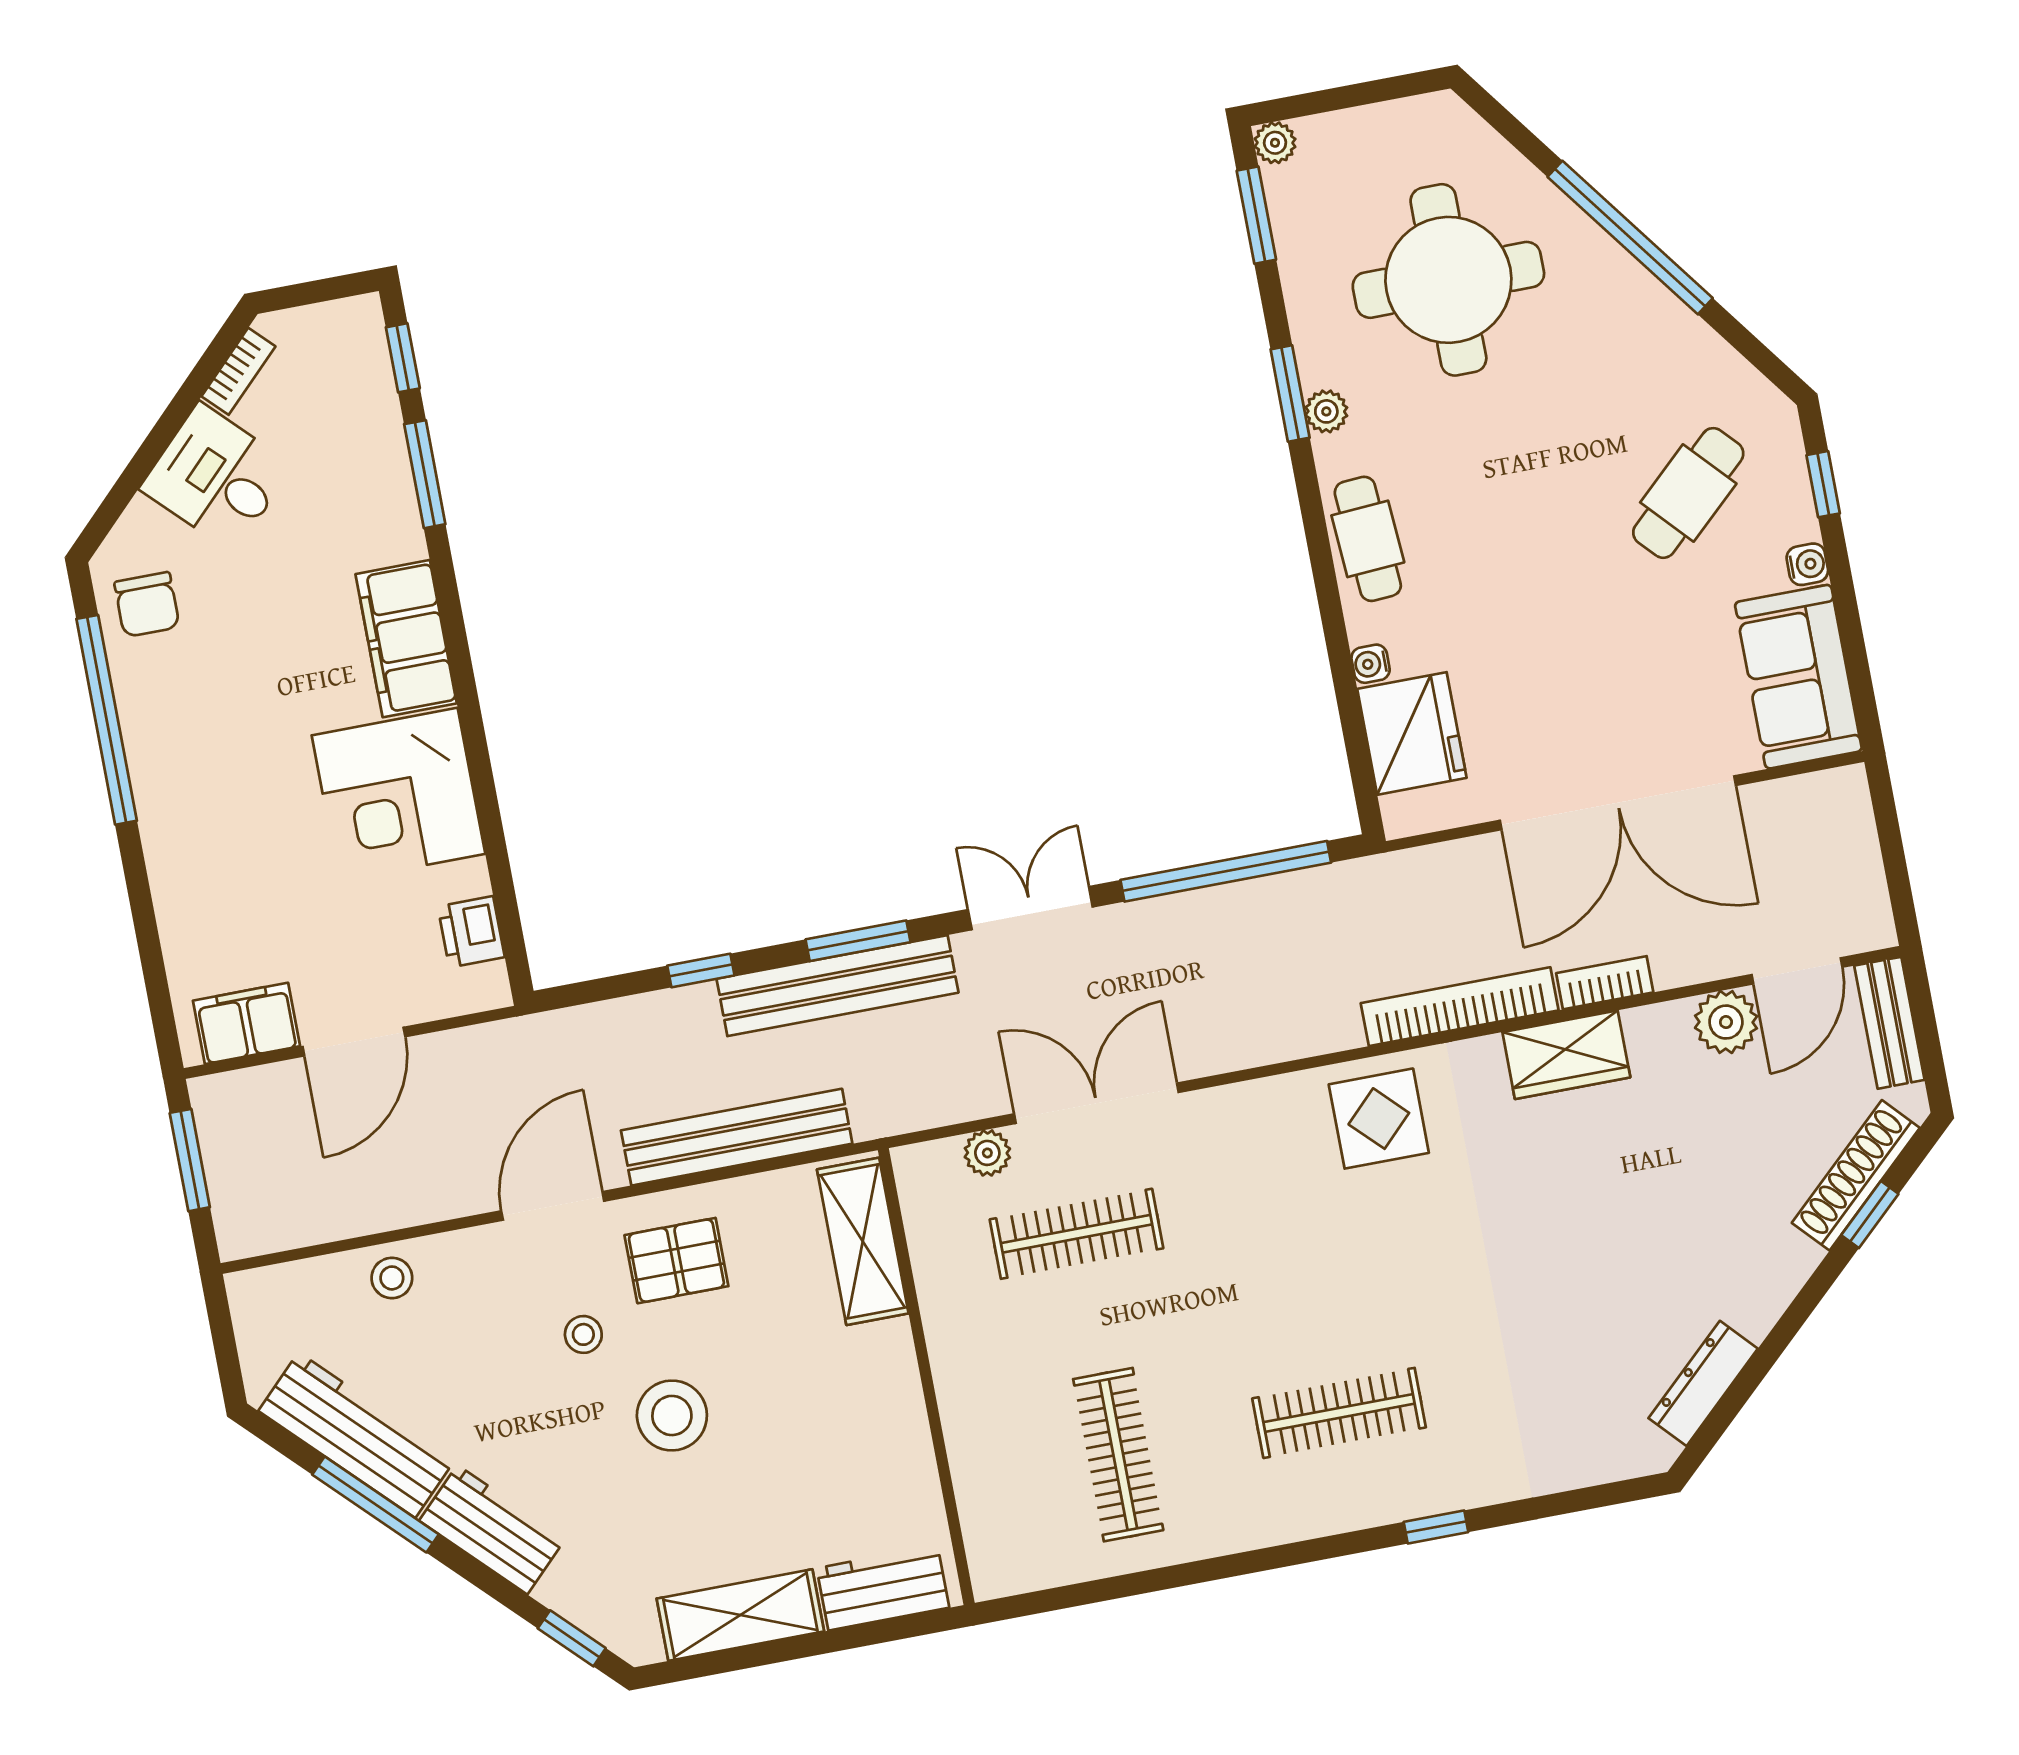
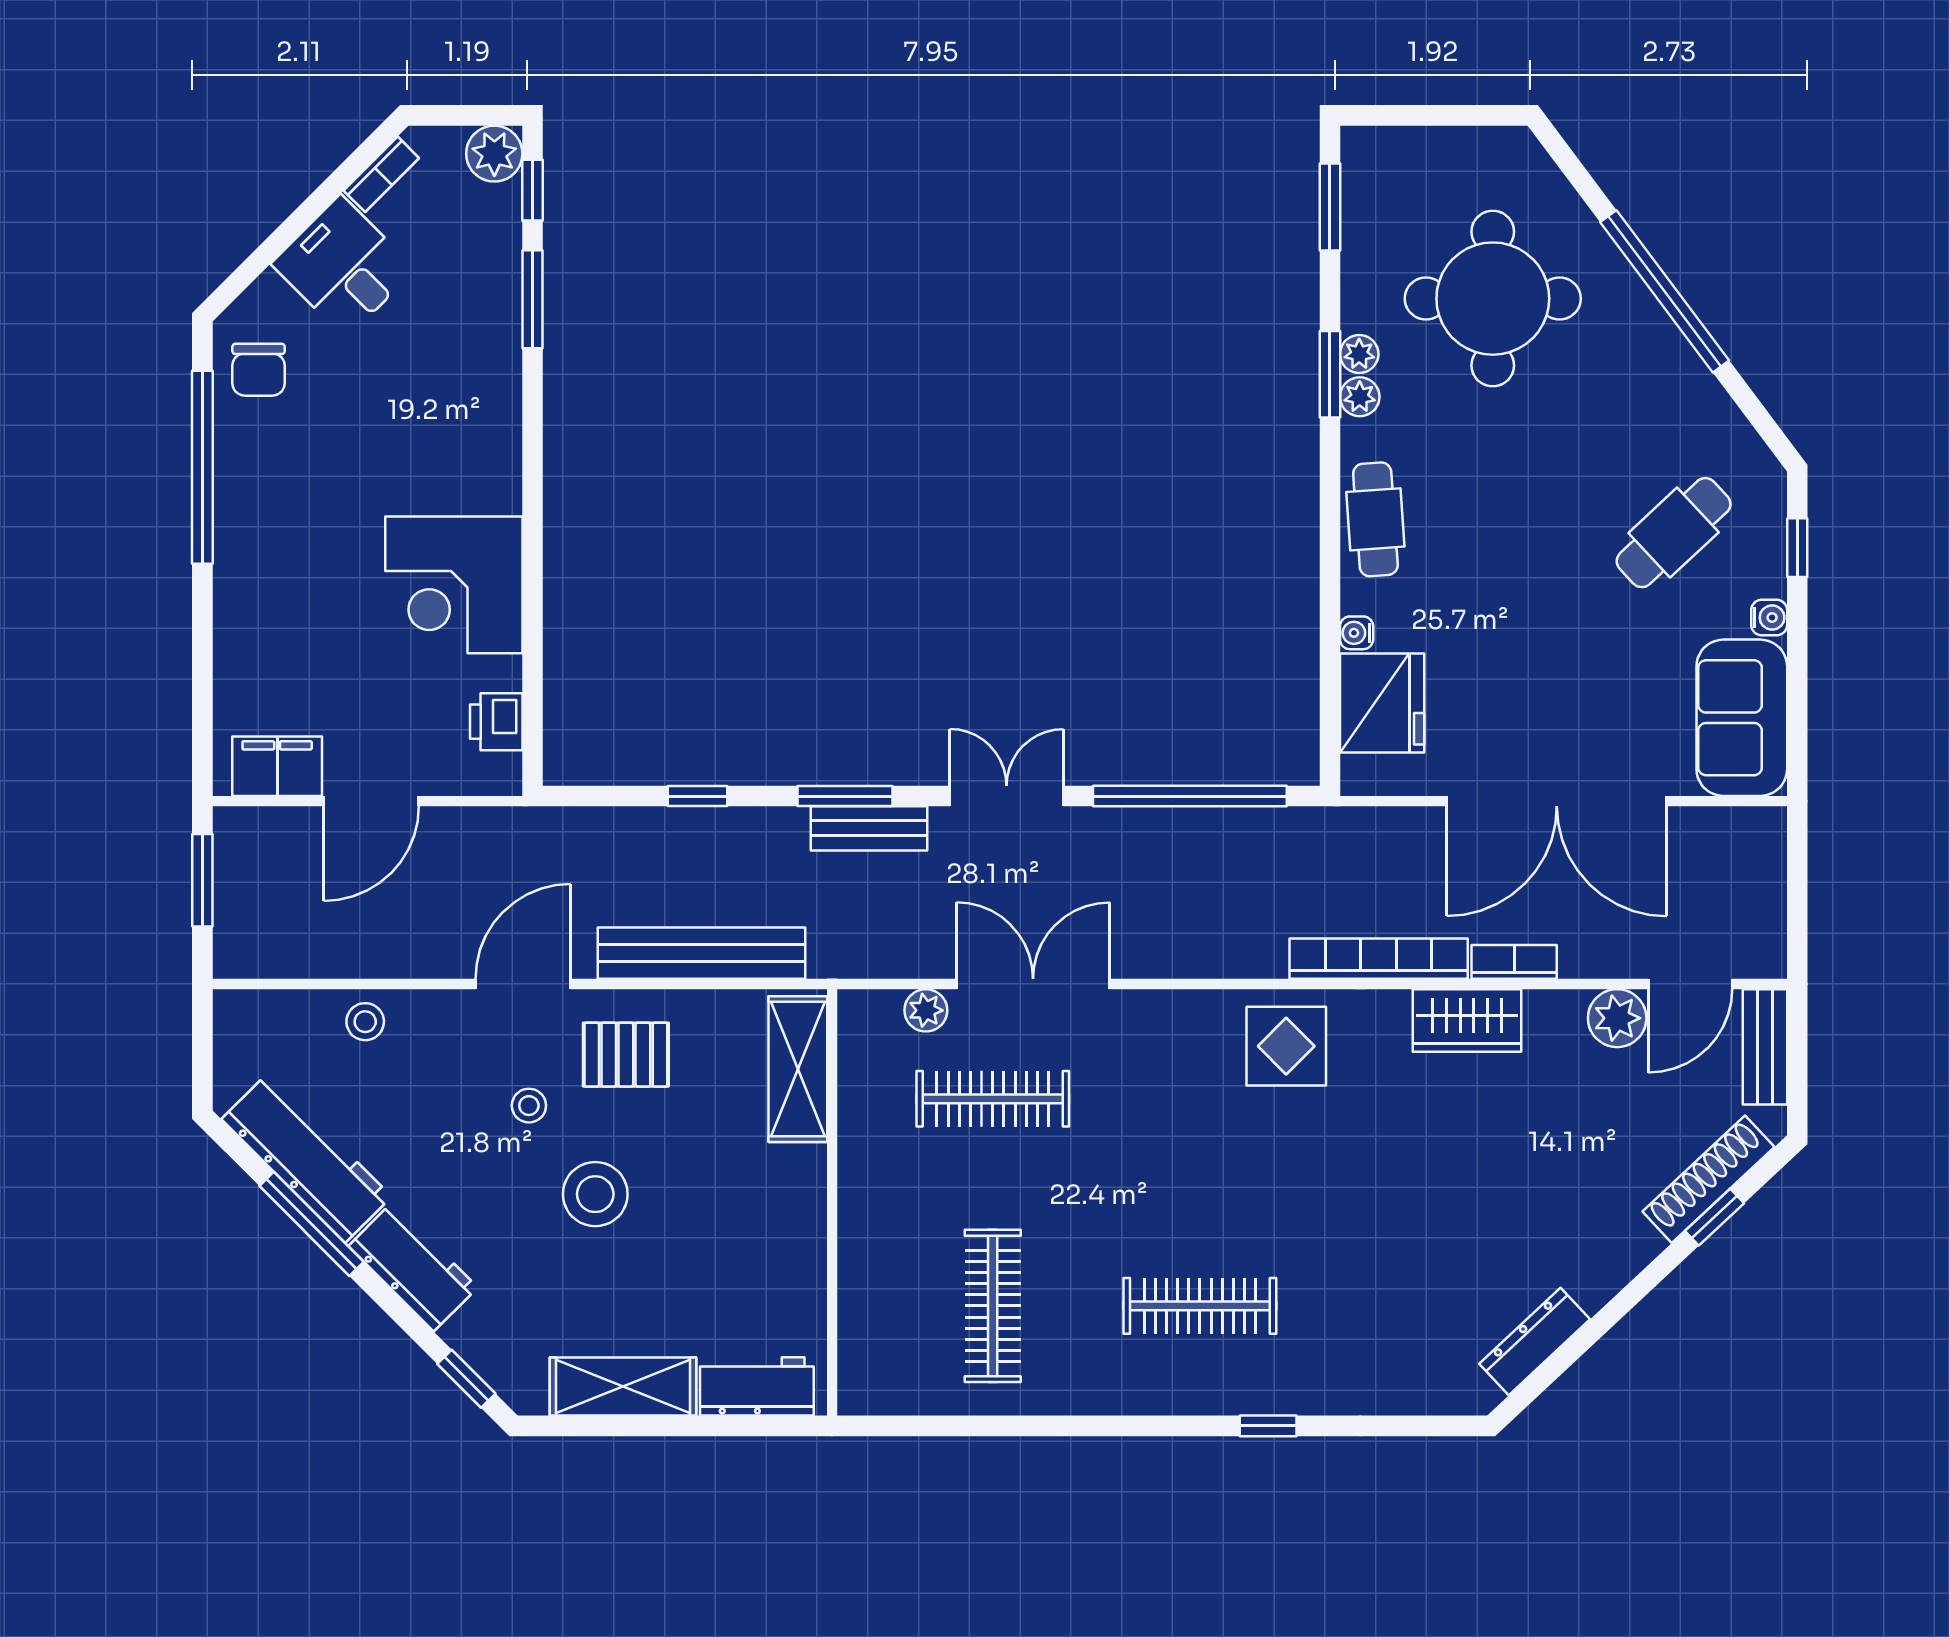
plant: (1275, 143) -> (1359, 354), moved
plant: (355, 326) -> (494, 154), added
filing cabinet: (406, 639) -> (487, 445), removed
bench: (837, 986) -> (869, 828), width x0.54, depth x0.82

